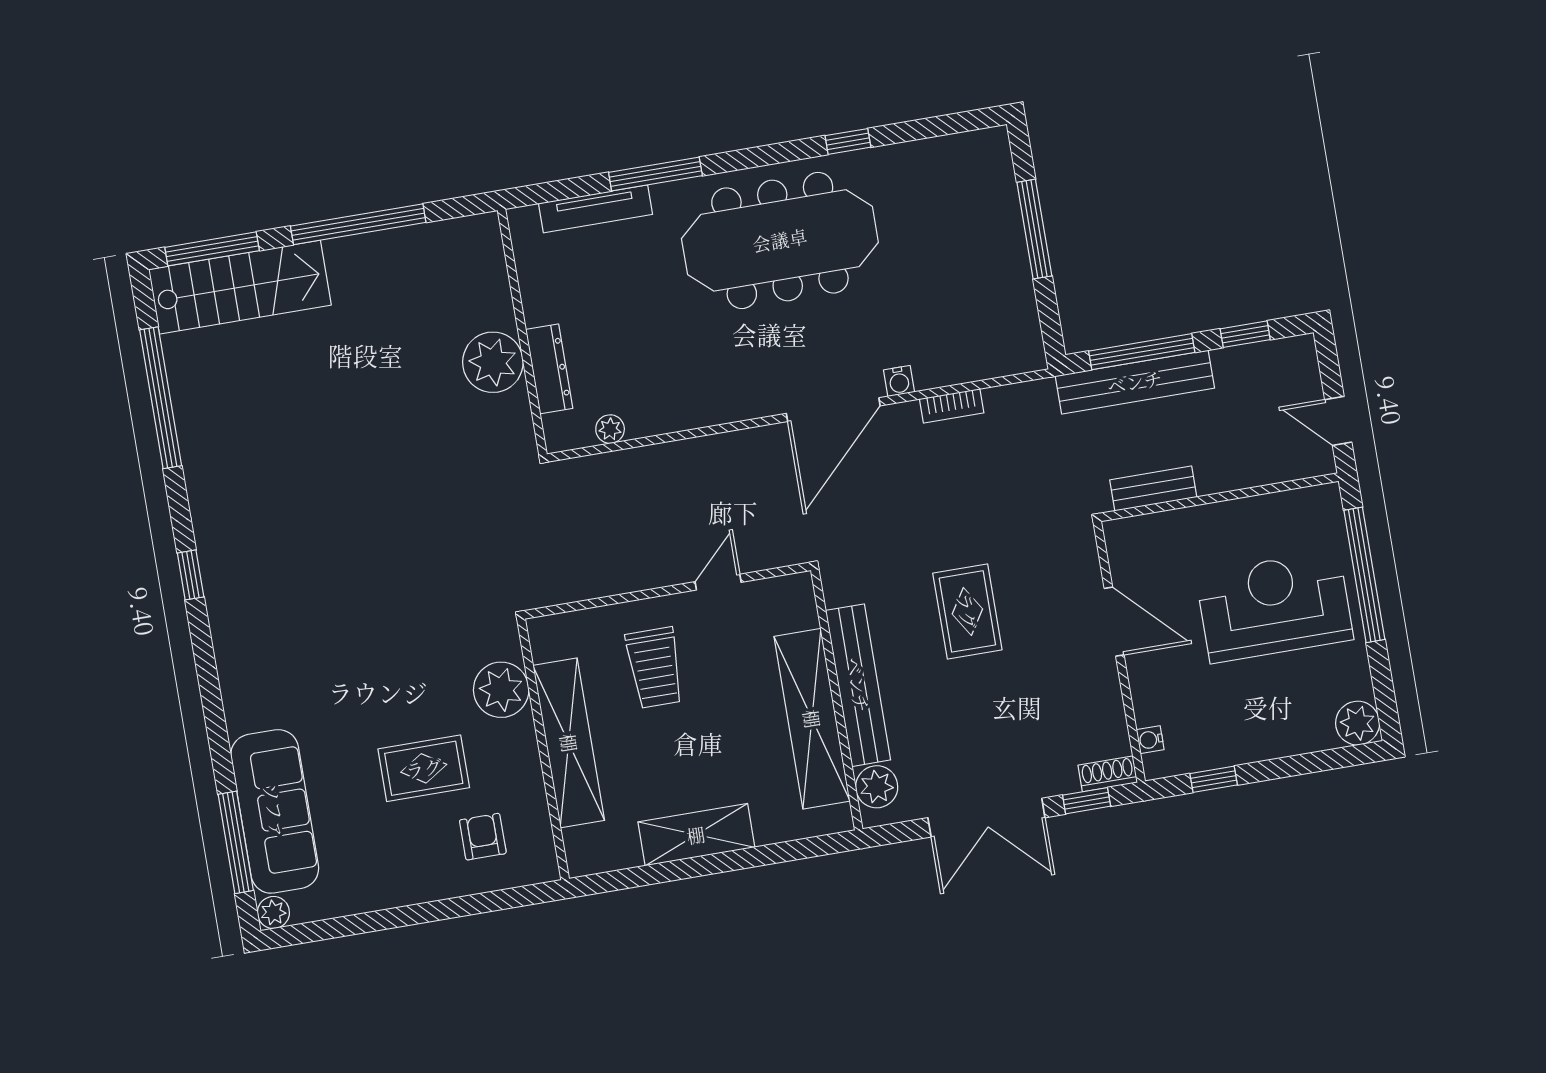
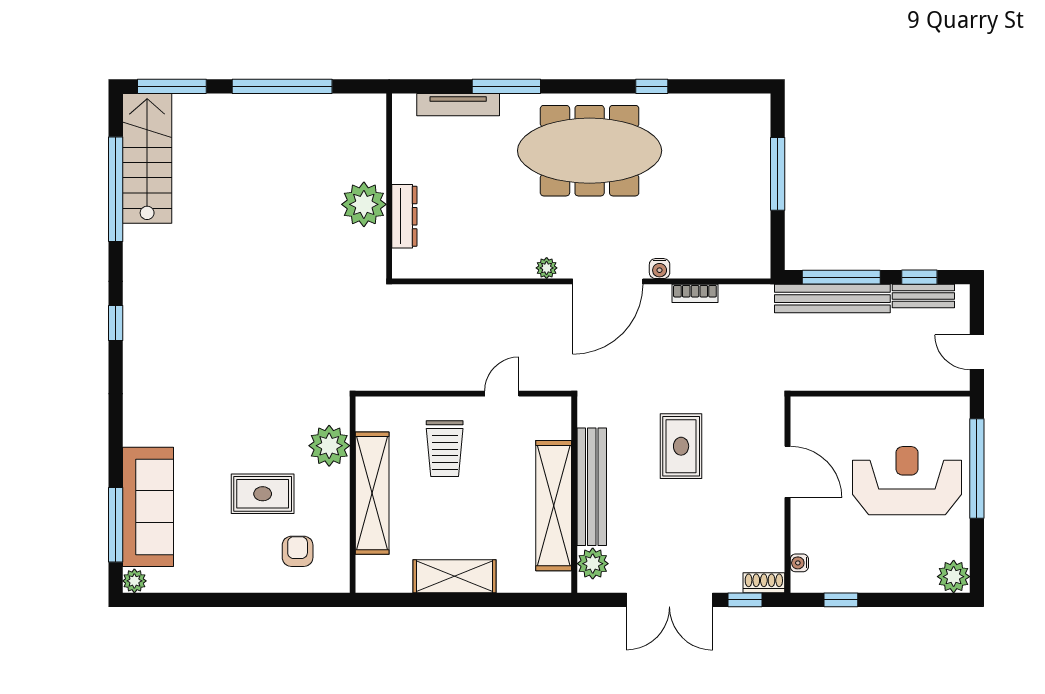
stairs: (240, 287) -> (147, 158), moved, turned -90
plant: (610, 429) -> (547, 268), moved
bench: (1153, 489) -> (923, 296), moved

